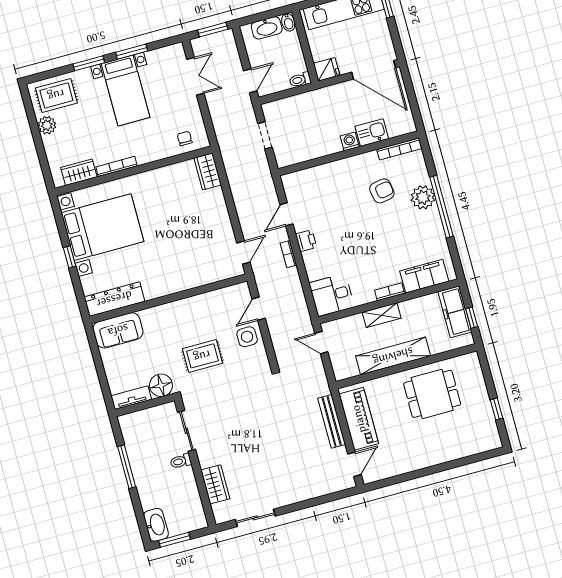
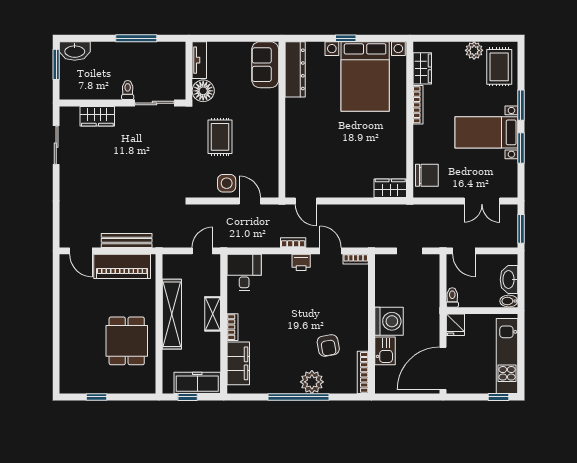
chair: (185, 138) -> (427, 175), width x1.87, depth x1.87
washing machine: (350, 141) -> (389, 321), width x1.89, depth x1.89
bookcase: (288, 187) -> (356, 259), added

